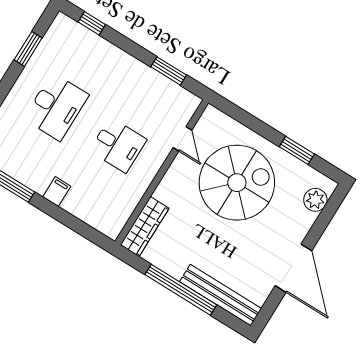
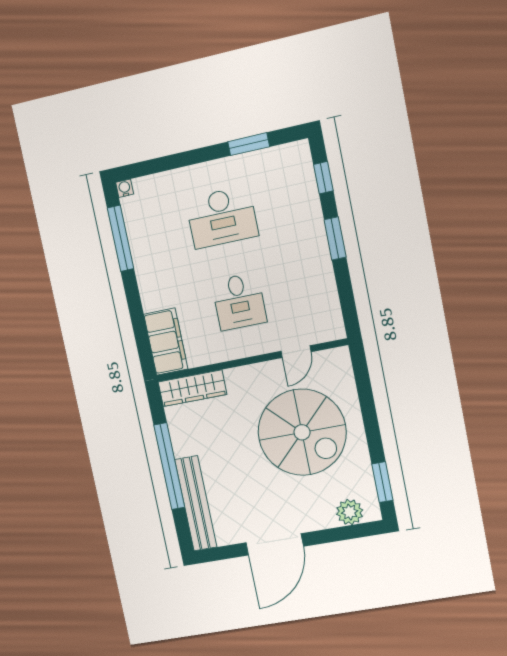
window: (169, 71) -> (335, 238), moved
window: (297, 150) -> (382, 482), moved
filing cabinet: (57, 192) -> (166, 342), moved, width x3.00, depth x1.17

